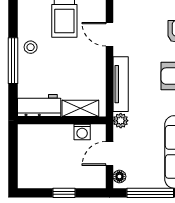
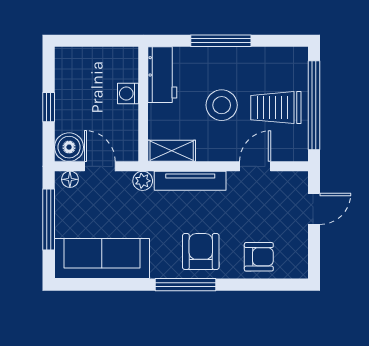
stool: (31, 47) -> (222, 105), moved, width x1.89, depth x1.89
shelving: (80, 108) -> (172, 151), moved, turned 90
washing machine: (82, 132) -> (128, 94), moved
boiler: (95, 177) -> (69, 147), added

